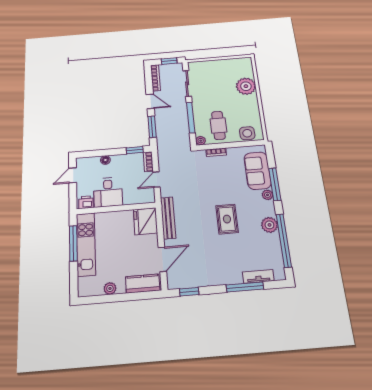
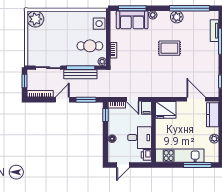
plant: (246, 86) -> (35, 19), moved
door: (73, 175) -> (123, 165), hinge flipped
window: (275, 184) -> (132, 8), moved
filing cabinet: (147, 197) -> (147, 108), added
bench: (168, 218) -> (80, 74), moved
window: (73, 243) -> (197, 165), moved

